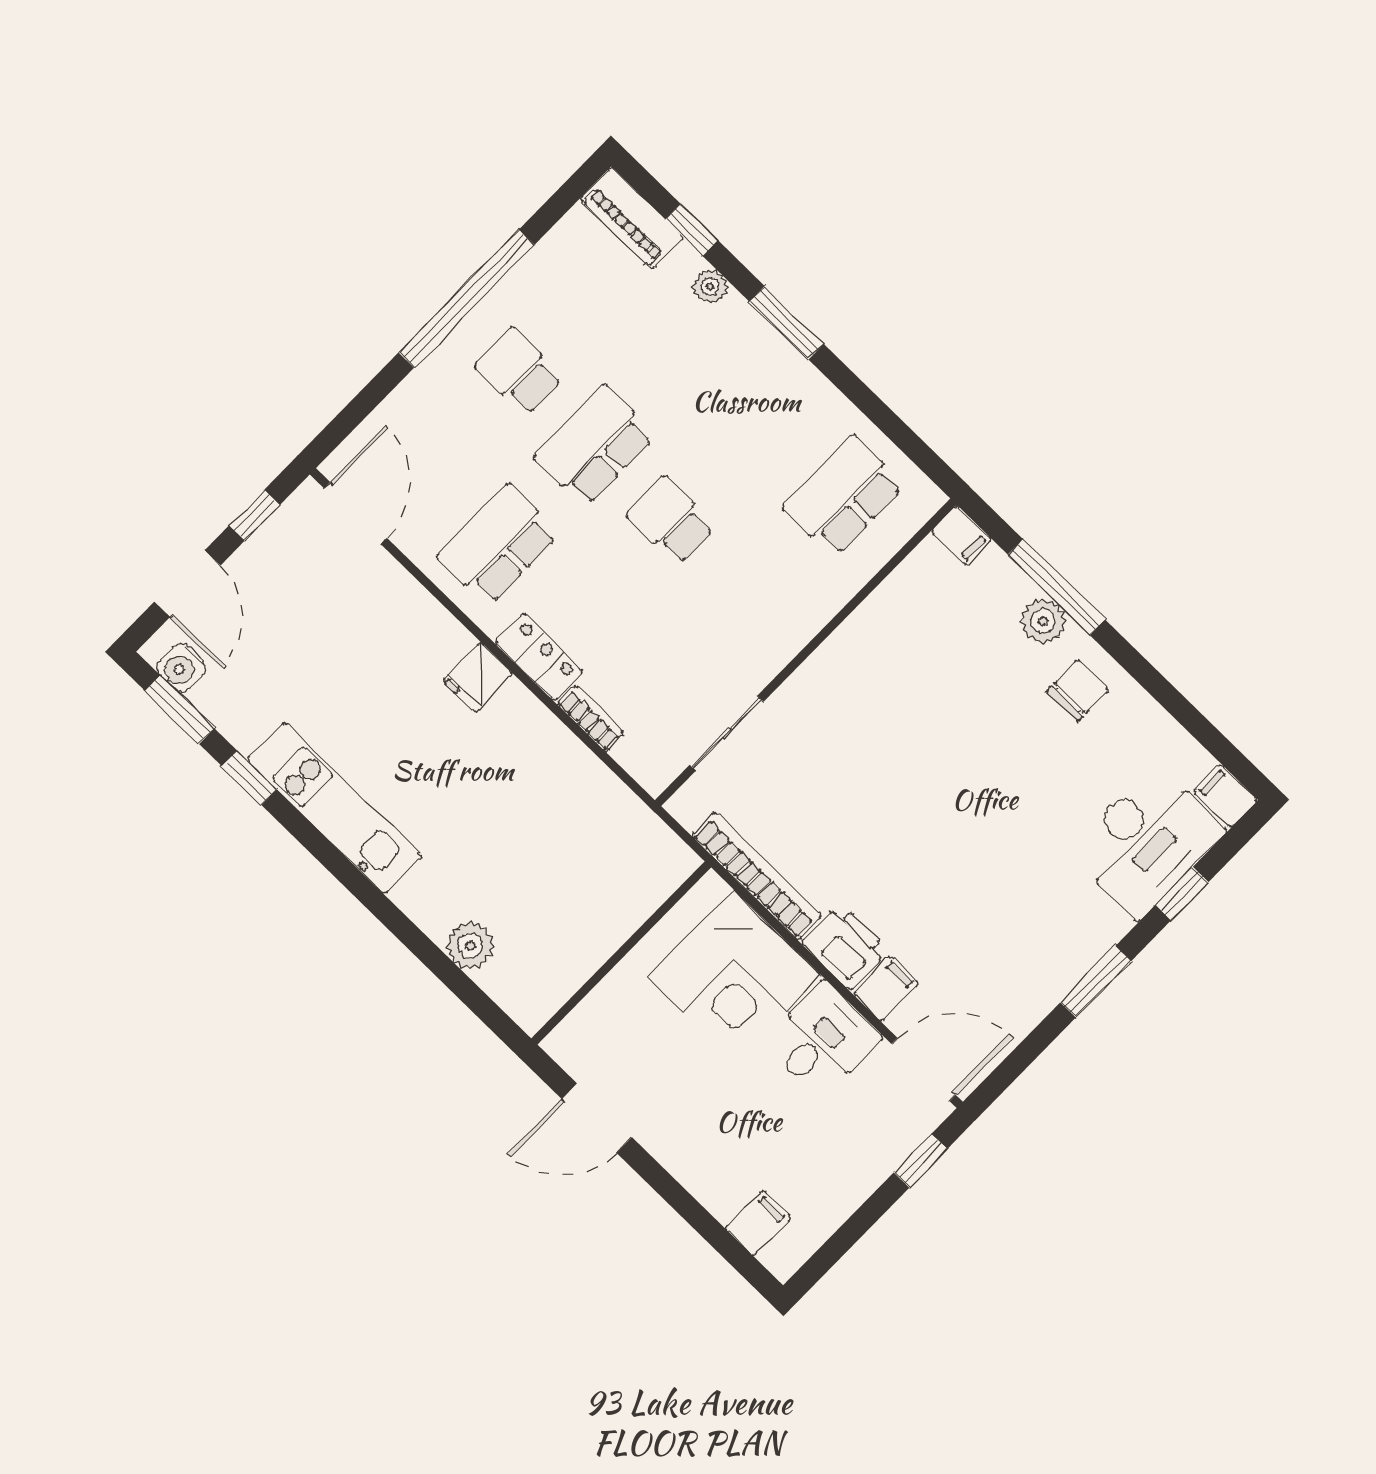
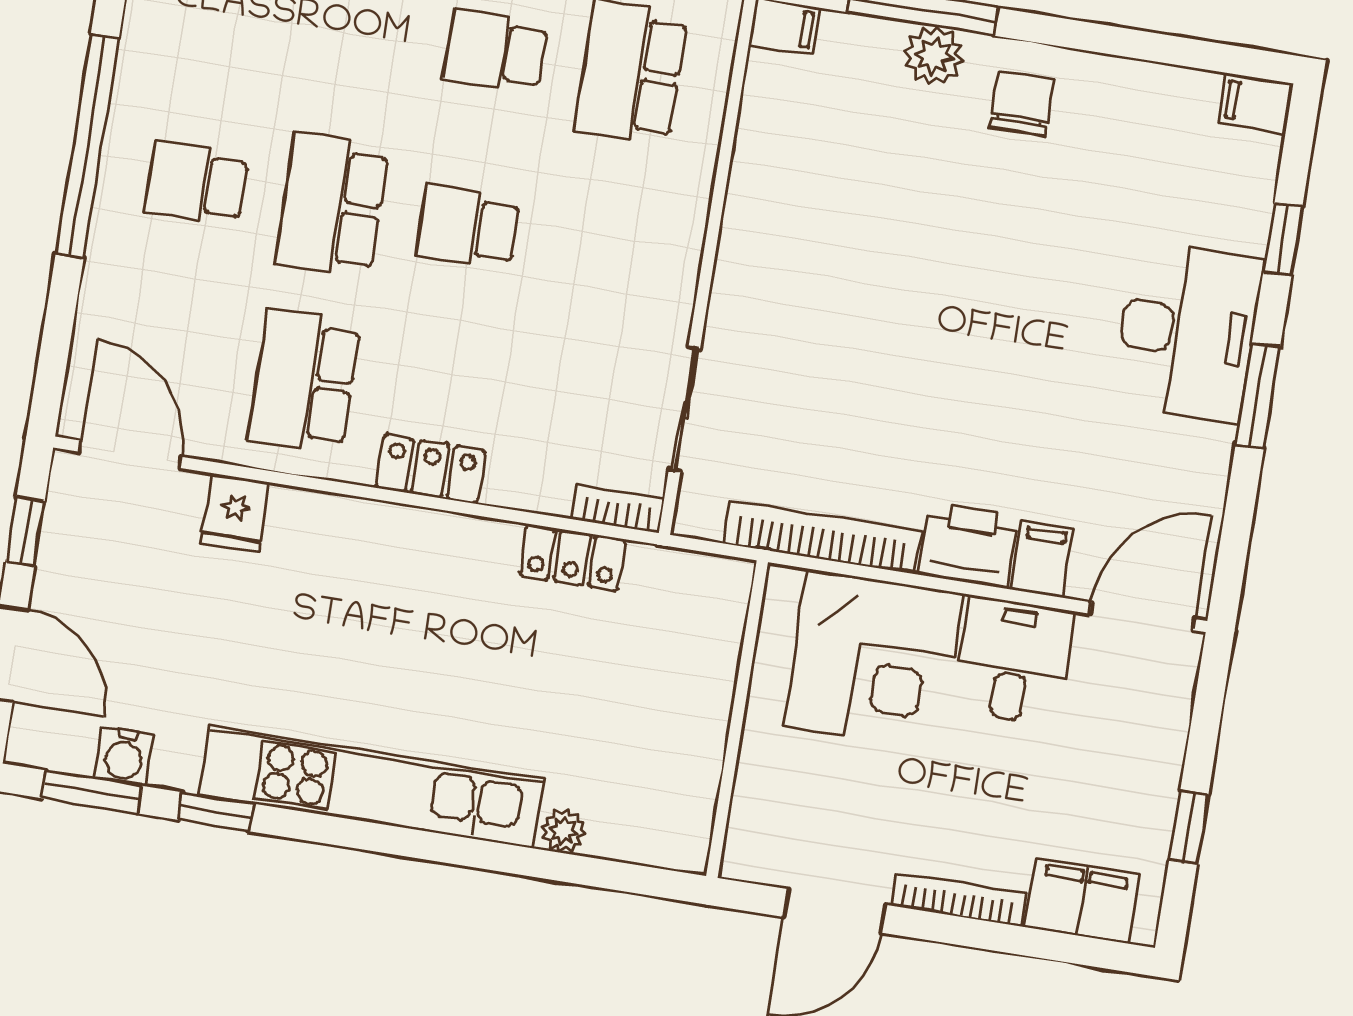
school desk: (768, 422) -> (496, 51), added
water cooler: (181, 668) -> (124, 756), moved
fridge: (478, 677) -> (235, 513), moved
bookcase: (591, 718) -> (618, 509), moved
locker: (589, 777) -> (572, 557), added
kitchen unit: (334, 808) -> (372, 787), width x1.36
desk: (1146, 842) -> (1187, 332), moved
plant: (470, 946) -> (564, 831), width x0.73, depth x0.73
window: (921, 1161) -> (1189, 827), moved
bookcase: (680, 1166) -> (958, 899), added
filing cabinet: (758, 1223) -> (1083, 901), width x2.00

